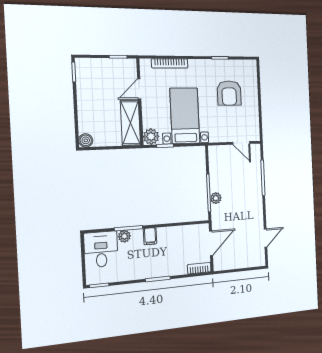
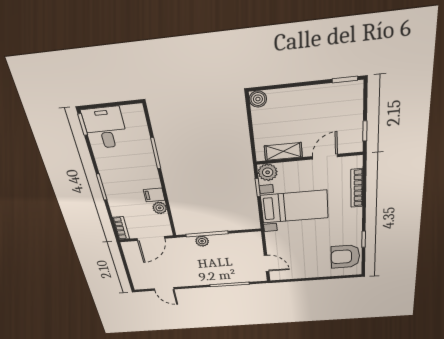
door: (139, 89) -> (325, 157), hinge flipped
armchair: (229, 93) -> (345, 257), moved
shelving: (130, 123) -> (283, 151), width x0.67, depth x0.75
door: (241, 143) -> (267, 263), swing flipped
plant: (124, 236) -> (160, 208), moved
filing cabinet: (150, 236) -> (154, 195), moved
door: (211, 243) -> (151, 238), hinge flipped
desk: (101, 249) -> (105, 128), moved, turned -90

